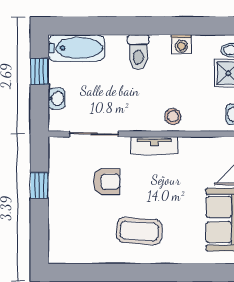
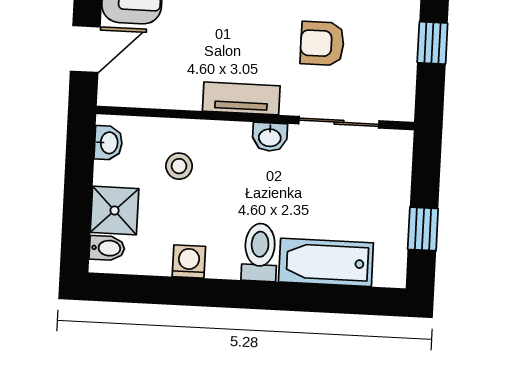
bathtub: (76, 48) -> (326, 262), moved
washbasin: (57, 98) -> (270, 137), moved, turned -90
stool: (173, 117) -> (179, 166), moved

